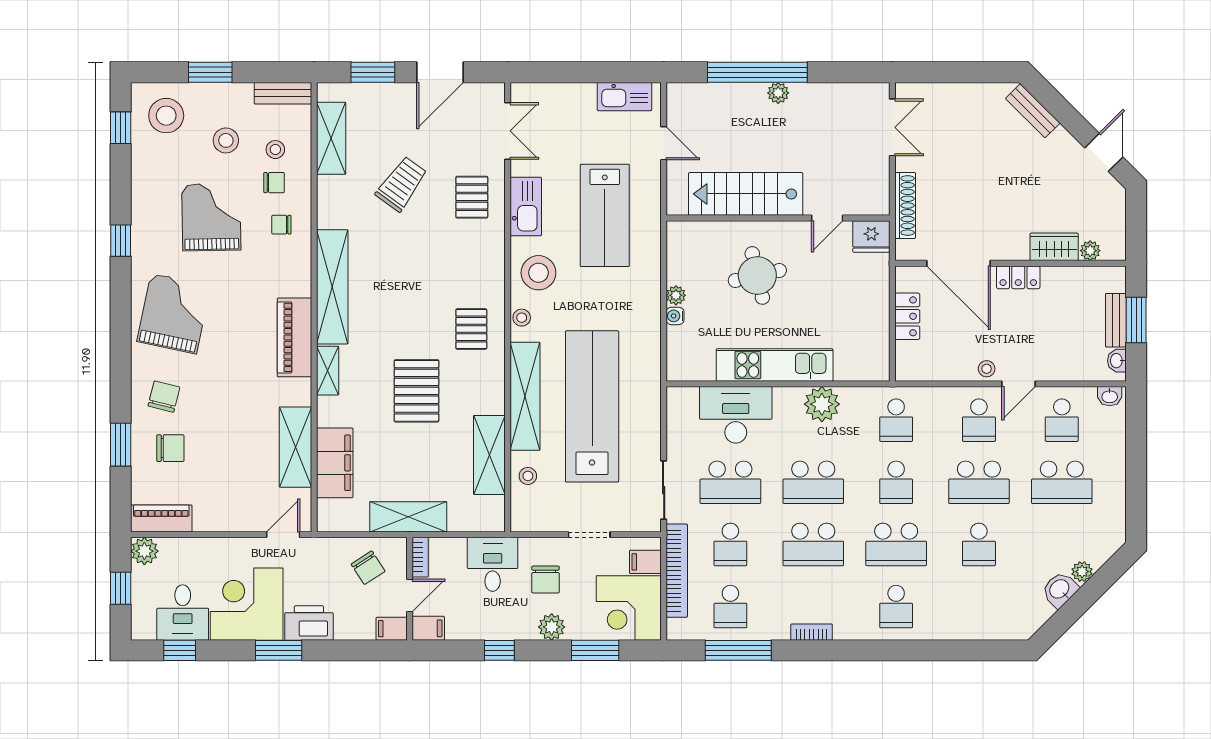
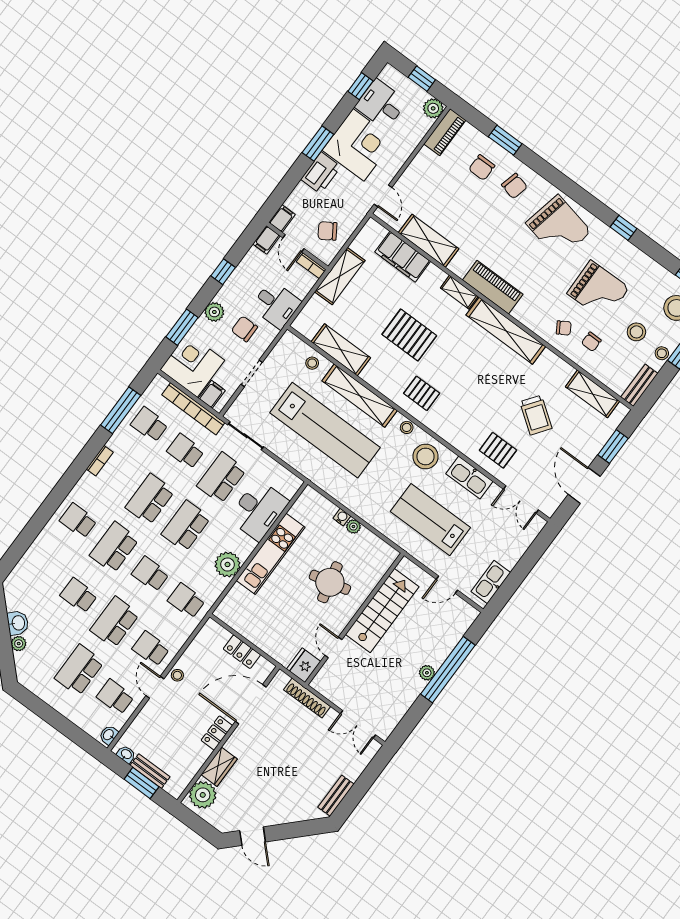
bench: (1033, 111) -> (336, 796), moved, turned -45
stool: (275, 150) -> (662, 353), moved
chair: (281, 225) -> (564, 328), turned 59
plant: (1090, 251) -> (203, 795), width x1.87, depth x1.87

